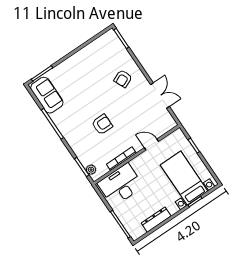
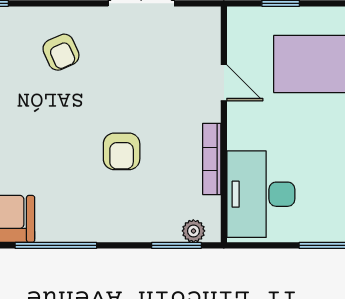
armchair: (102, 124) -> (122, 151), turned 180
door: (151, 145) -> (224, 83), swing flipped

